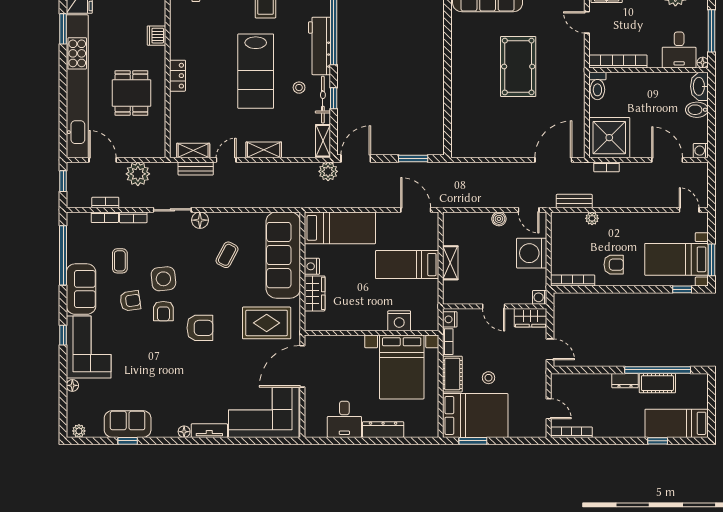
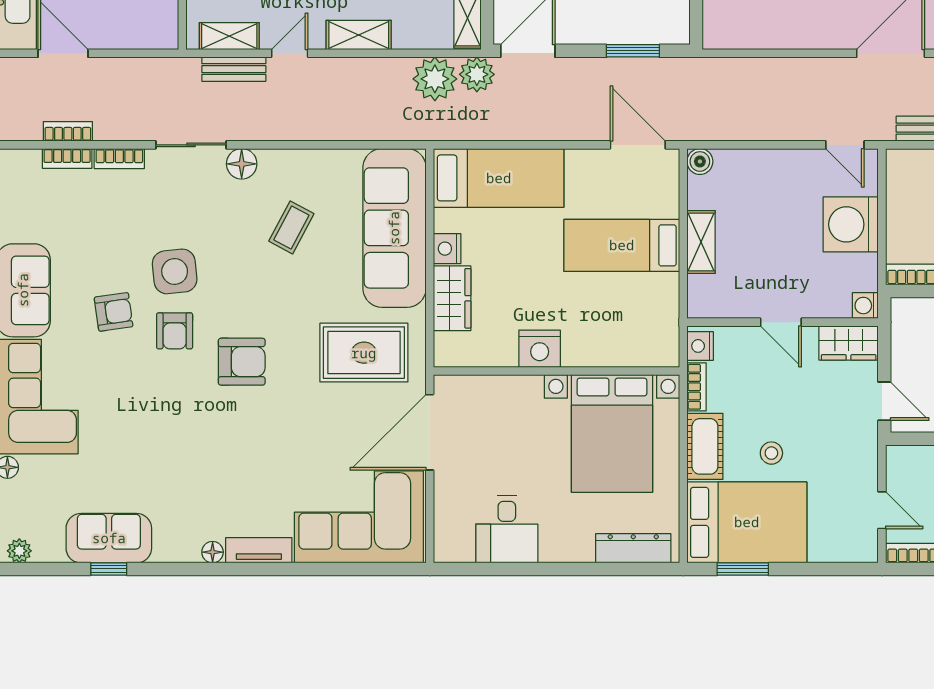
plant: (138, 174) -> (435, 79), moved
boiler: (499, 219) -> (700, 161), moved
coffee table: (120, 261) -> (95, 239), removed
nightstand: (399, 321) -> (540, 349), moved
dresser: (383, 430) -> (633, 548), moved

